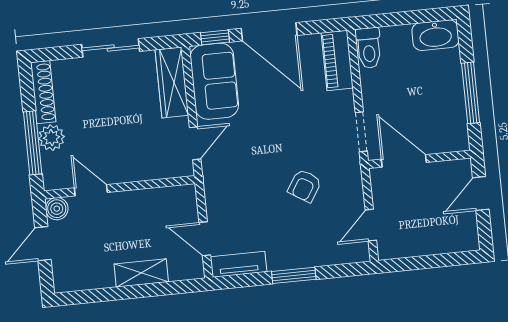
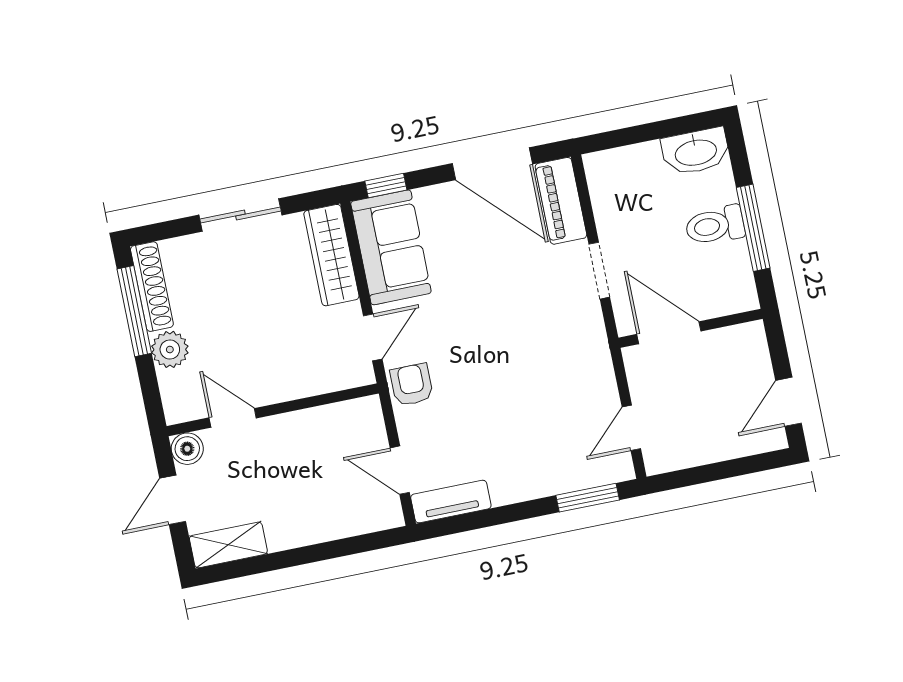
door: (269, 32) -> (492, 164), moved
toilet: (369, 48) -> (715, 225), moved, turned 90
doorway: (361, 132) -> (599, 271), moved
window: (33, 143) -> (134, 311), moved
armchair: (305, 186) -> (412, 385), moved, turned 148
door: (481, 193) -> (788, 402), moved
shelving: (141, 273) -> (228, 545), moved
window: (294, 275) -> (588, 498), moved

